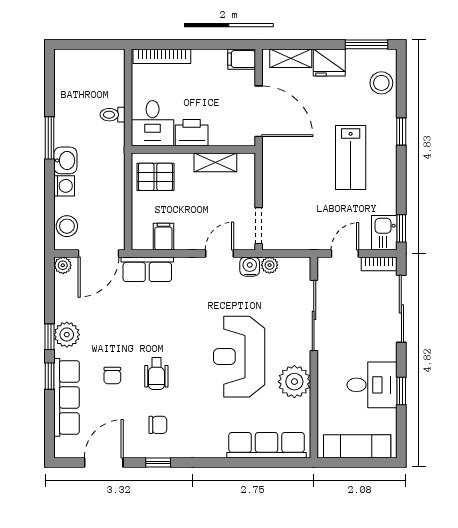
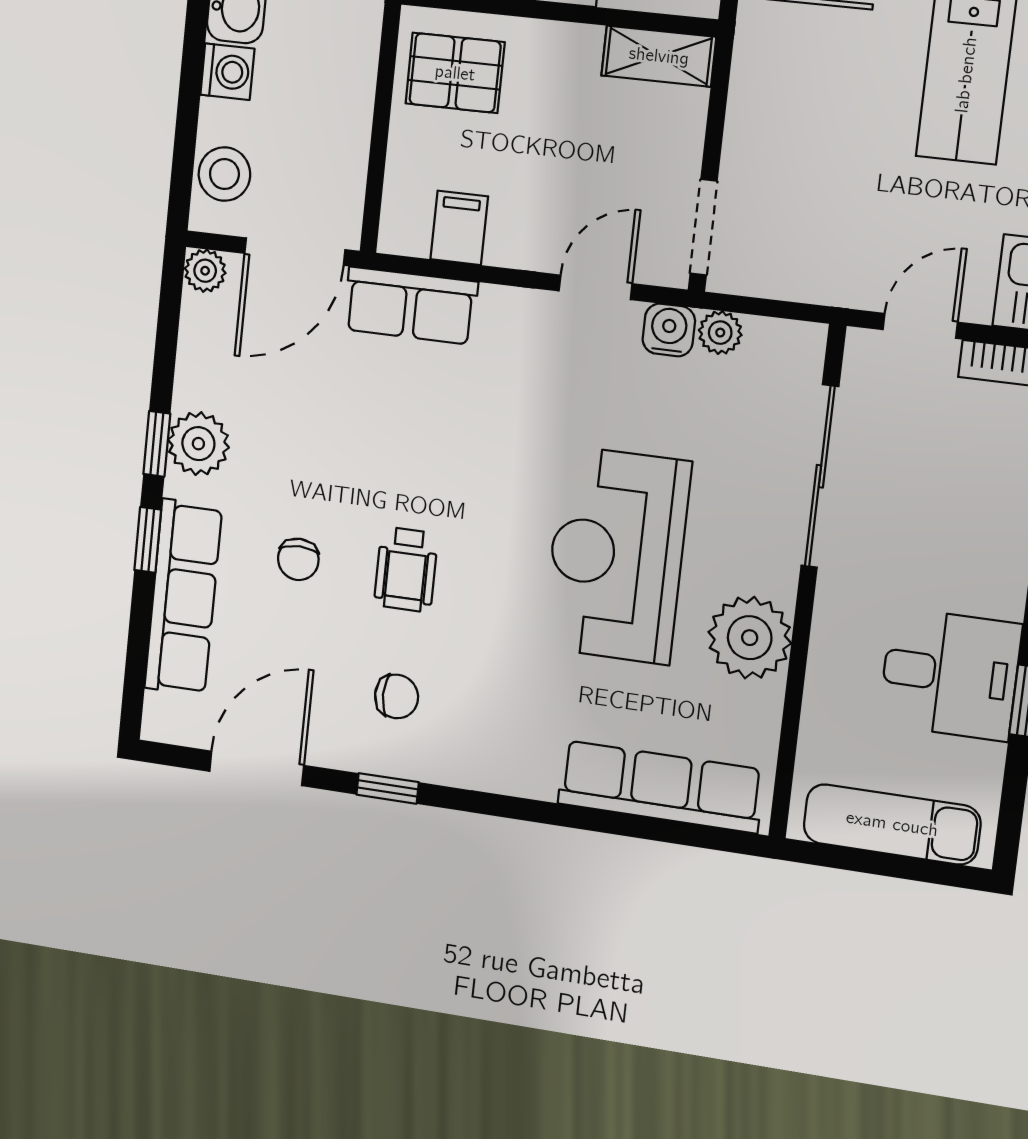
shelving: (215, 162) -> (659, 56), moved

